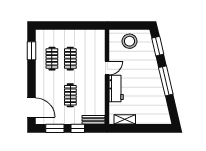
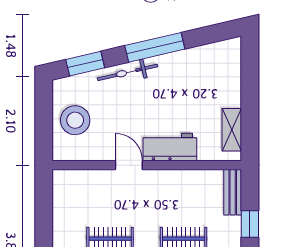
bicycle: (153, 67) -> (128, 72), added

